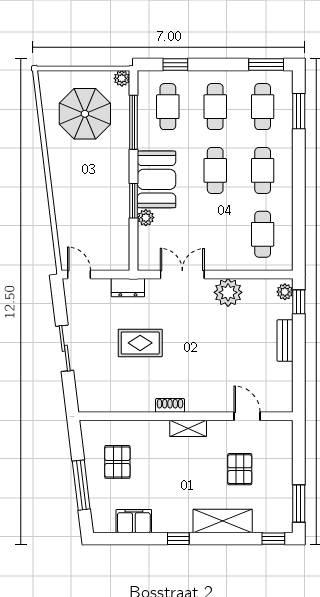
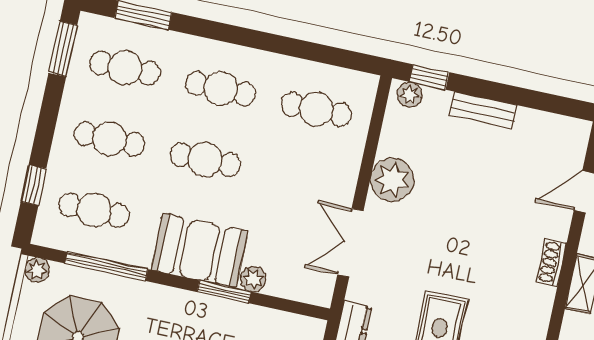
shoe rack: (170, 405) -> (552, 263), moved

